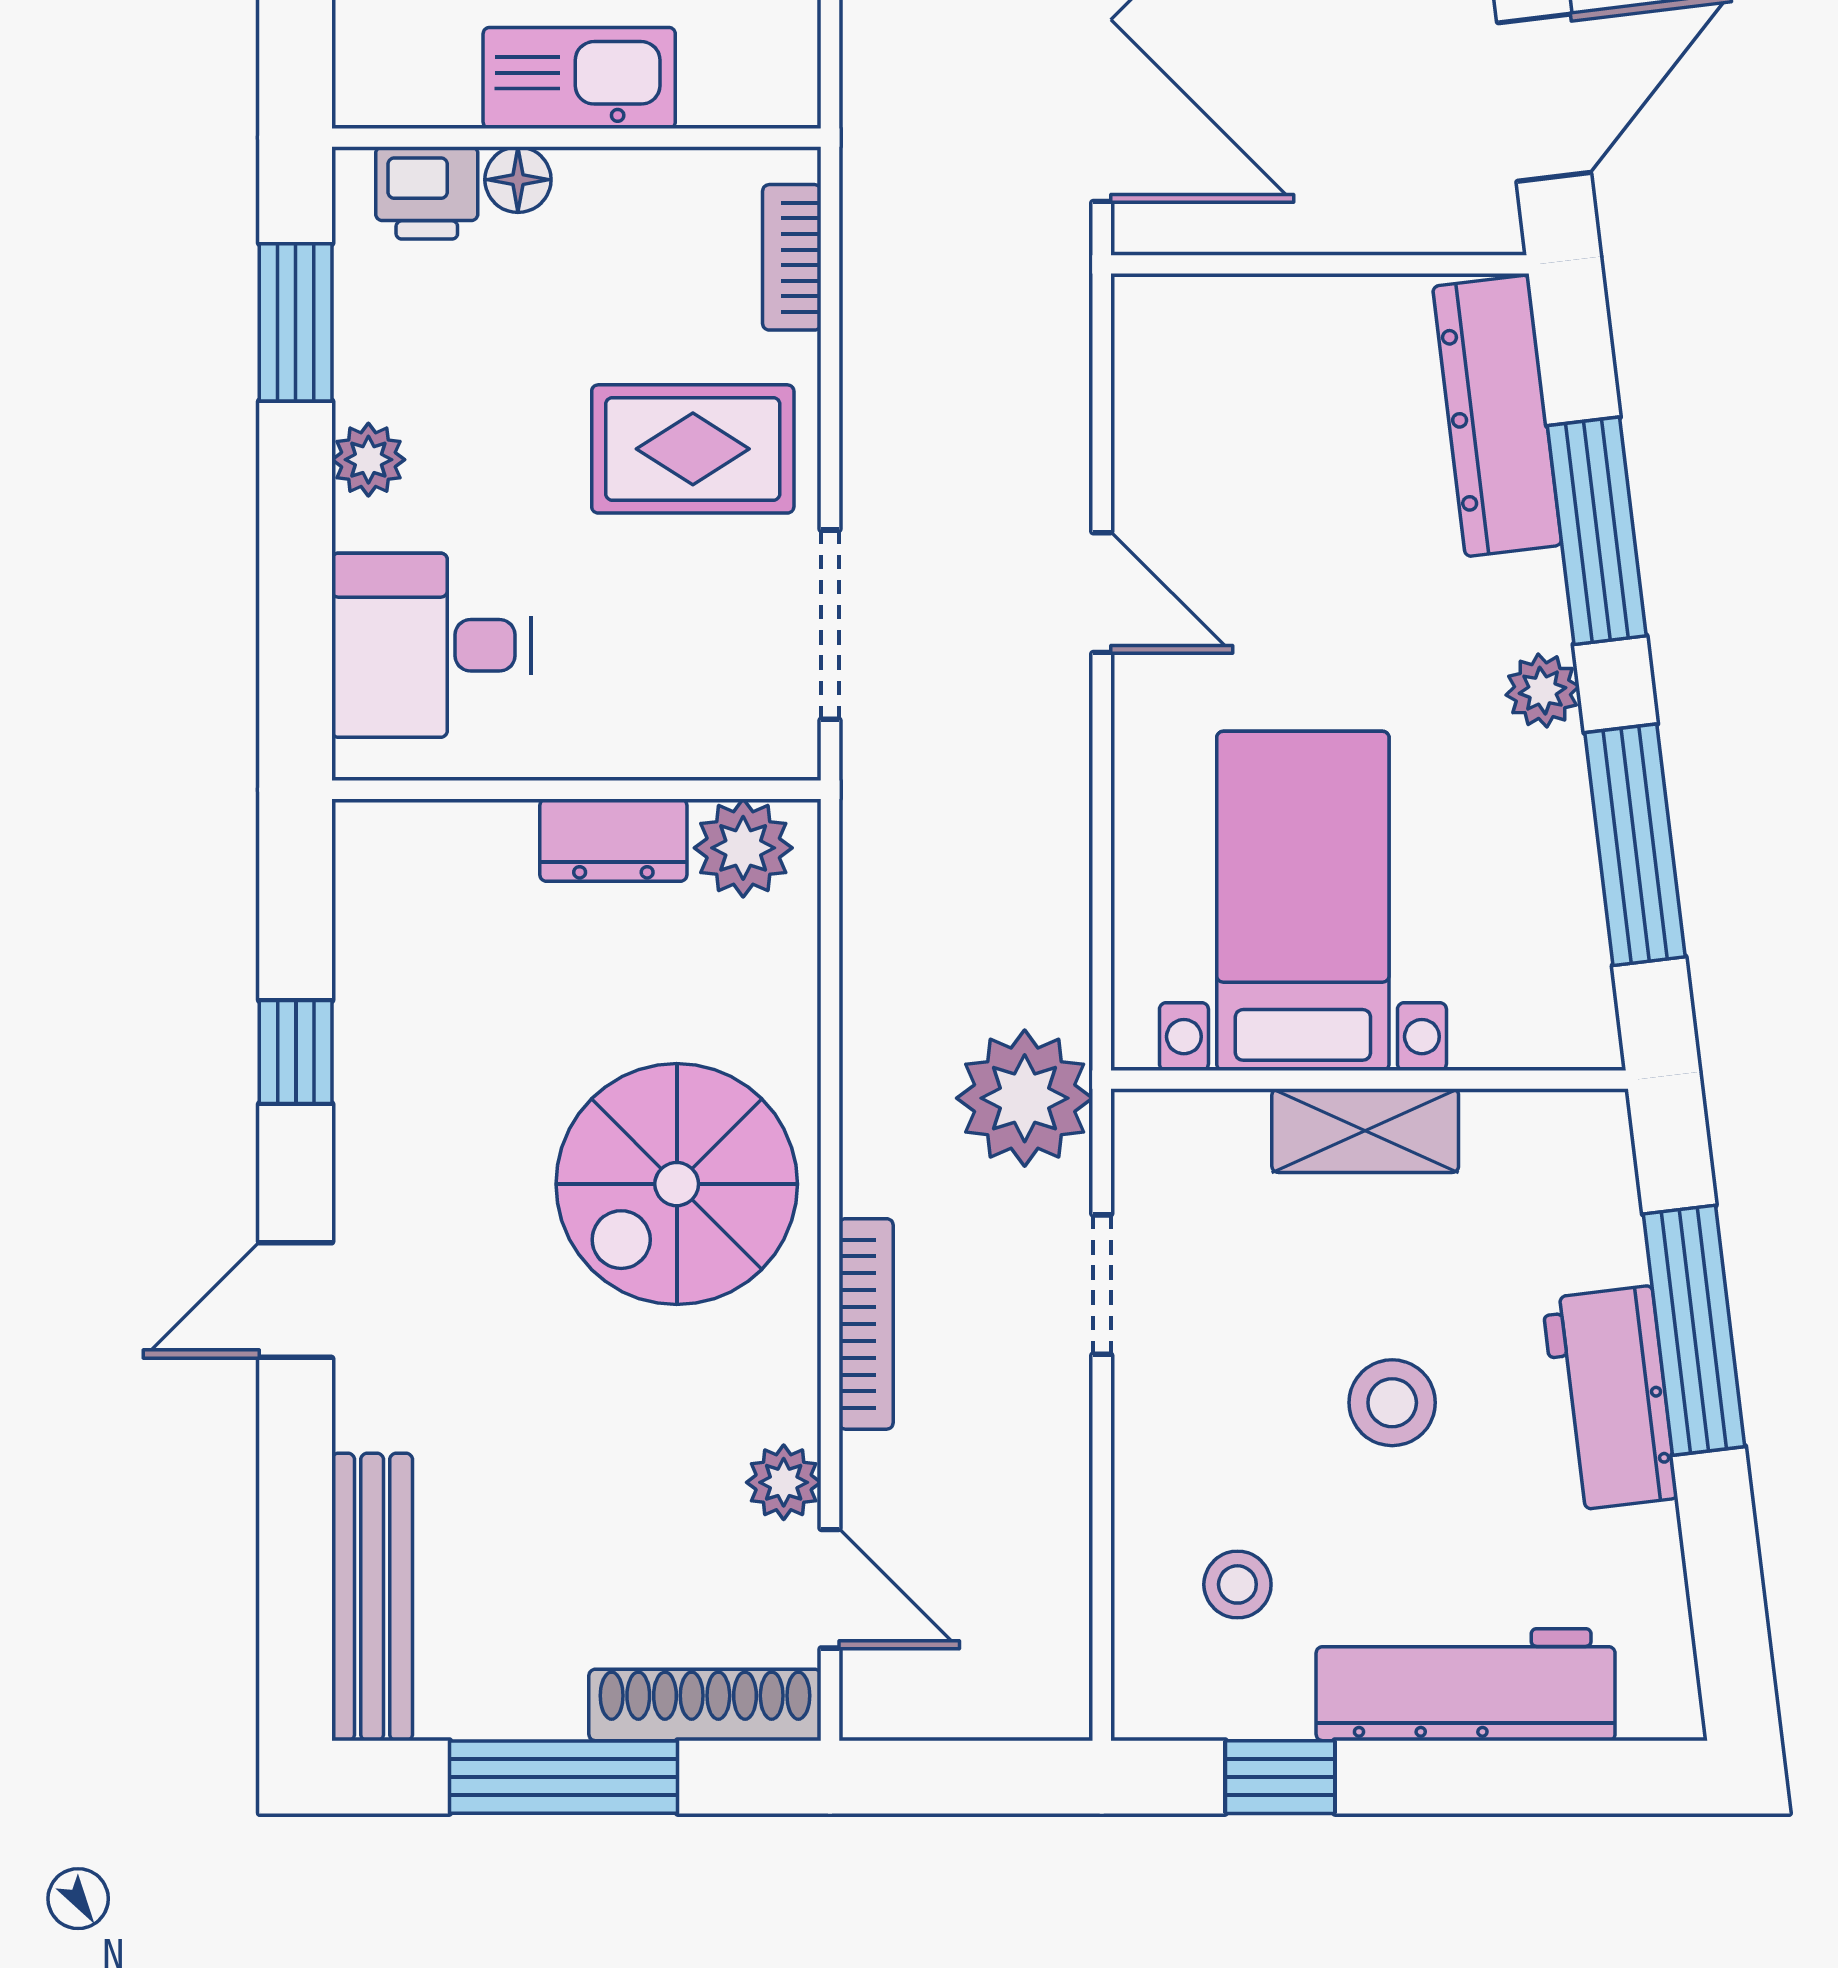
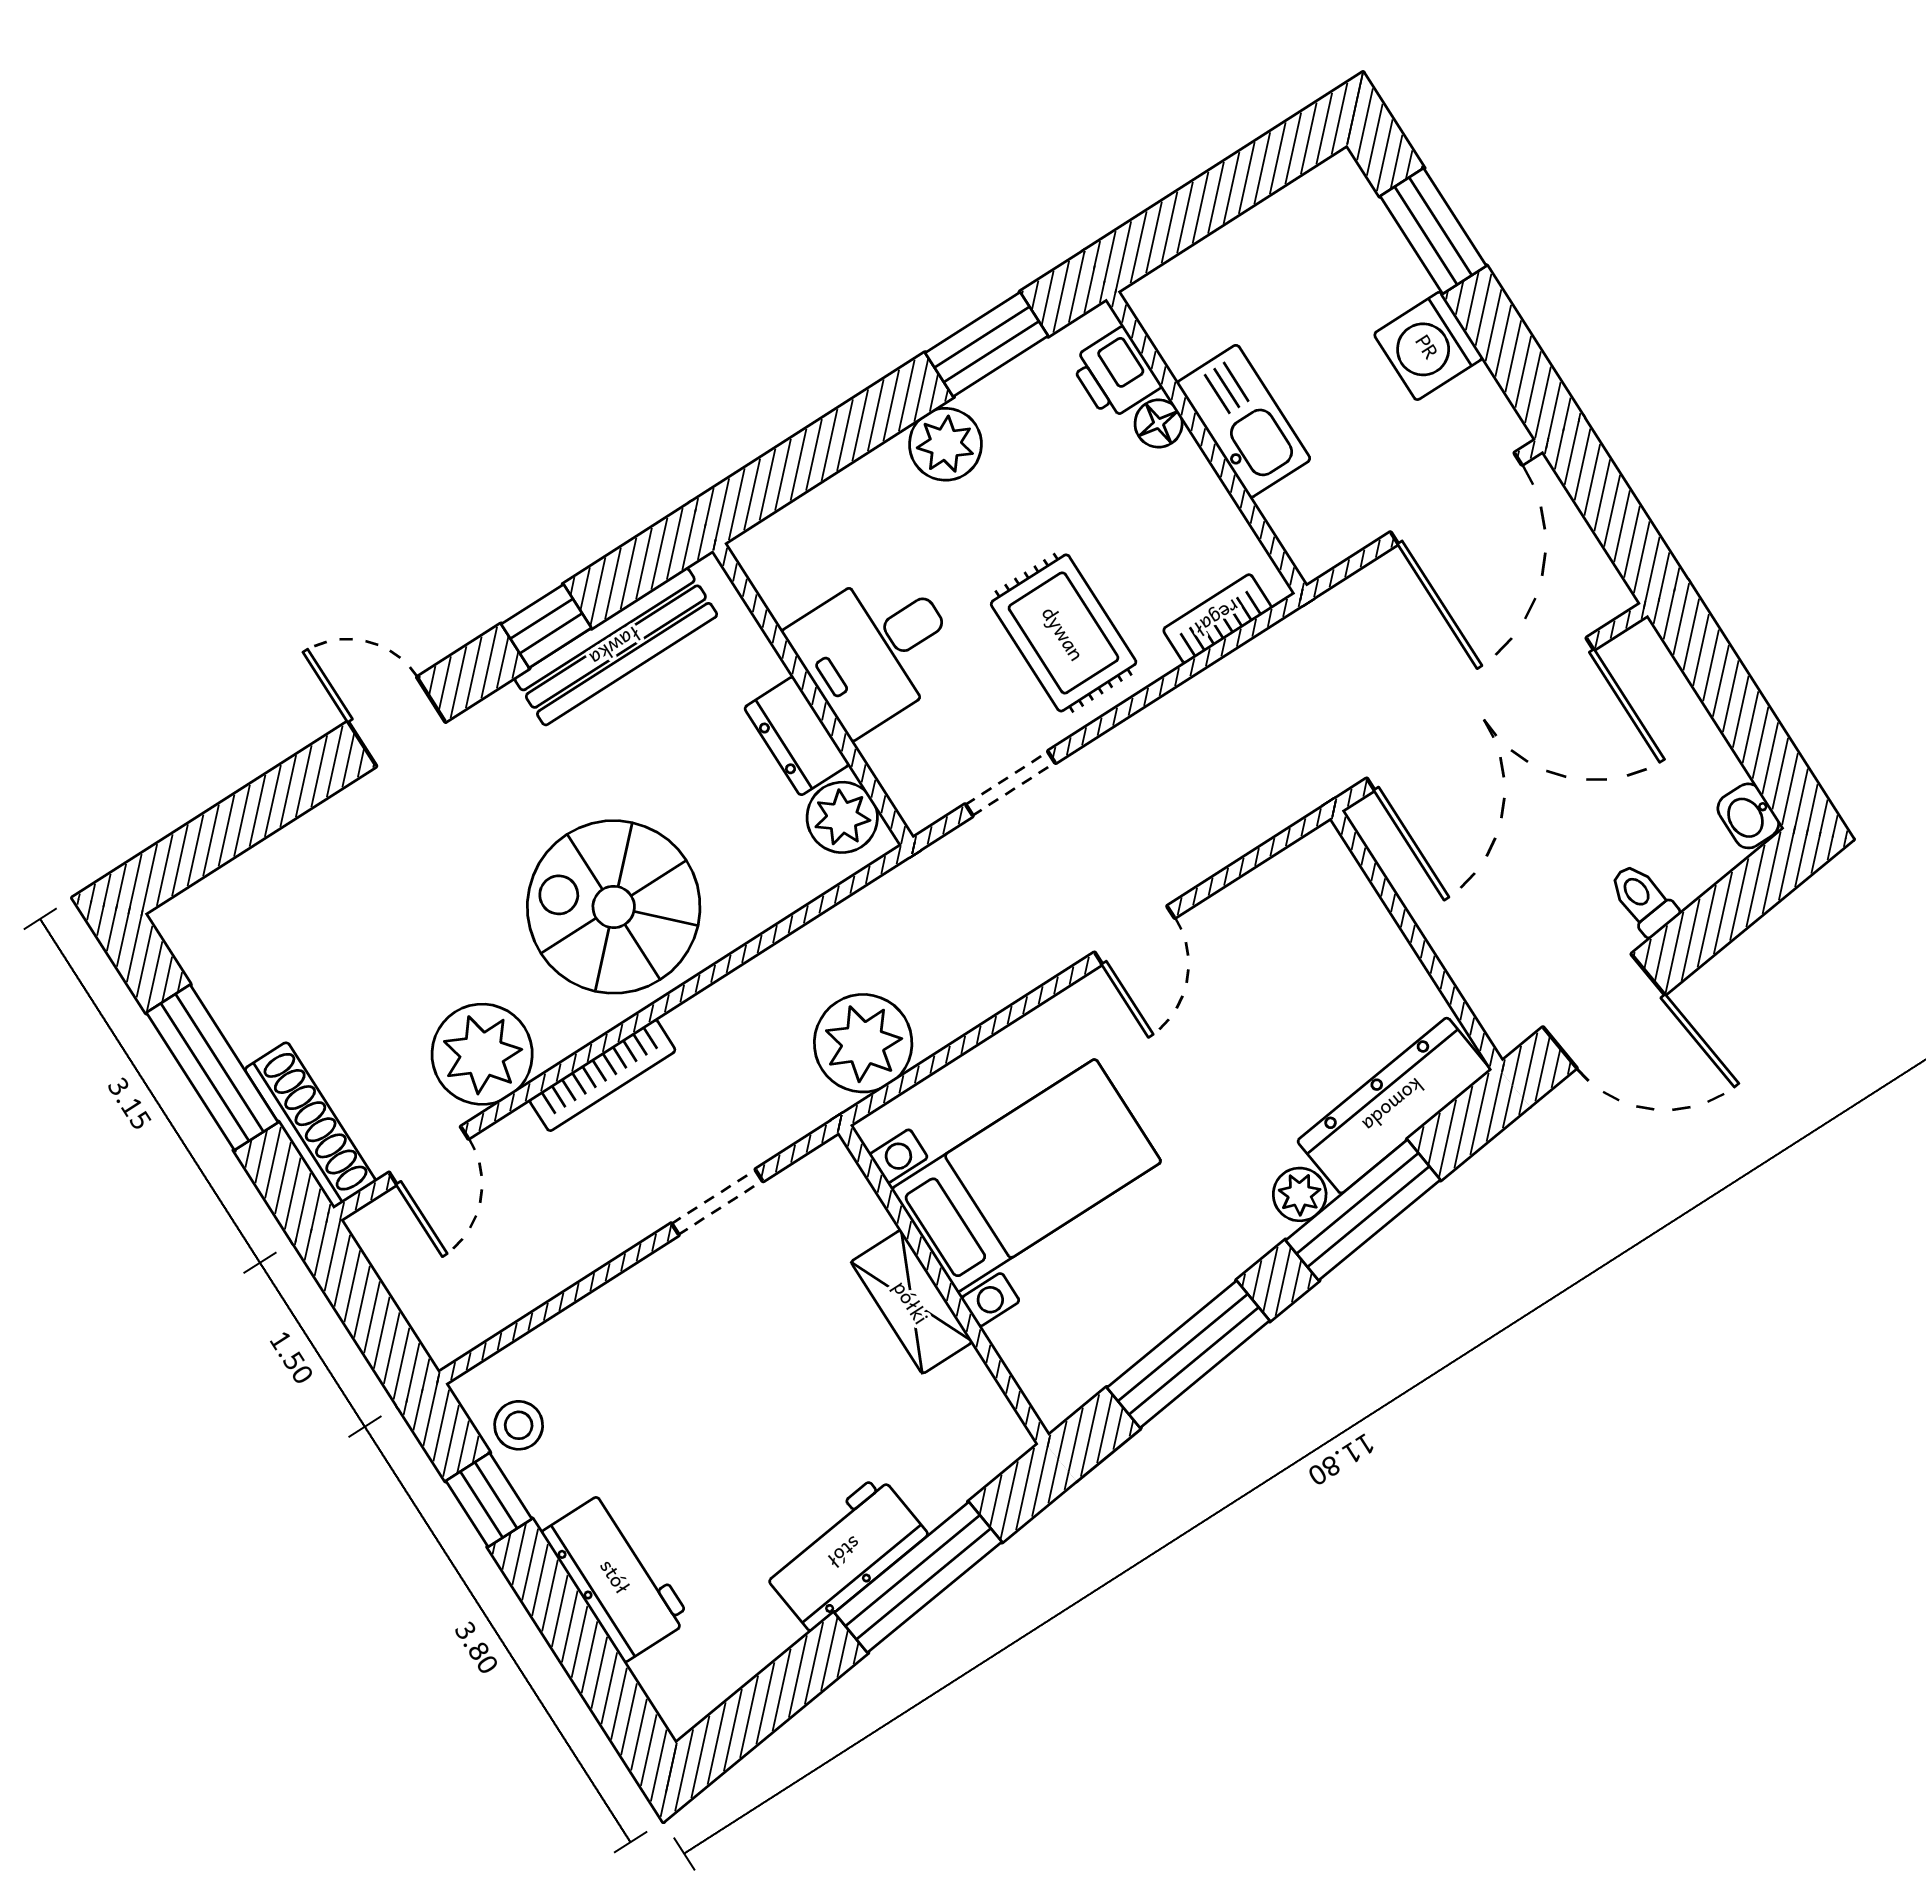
plant: (368, 460) -> (945, 444), width x1.38, depth x1.38
doorway: (830, 625) -> (1010, 784), width x0.73
desk: (431, 645) -> (876, 649), moved, turned -90
plant: (1542, 691) -> (1300, 1194), moved
plant: (1025, 1098) -> (863, 1043), moved
stool: (1392, 1403) -> (758, 1423), removed
plant: (784, 1482) -> (482, 1054), width x1.88, depth x1.88
stool: (1237, 1584) -> (519, 1425), moved
bench: (372, 1597) -> (616, 647), moved
workbench: (1466, 1685) -> (616, 1576), width x0.73

